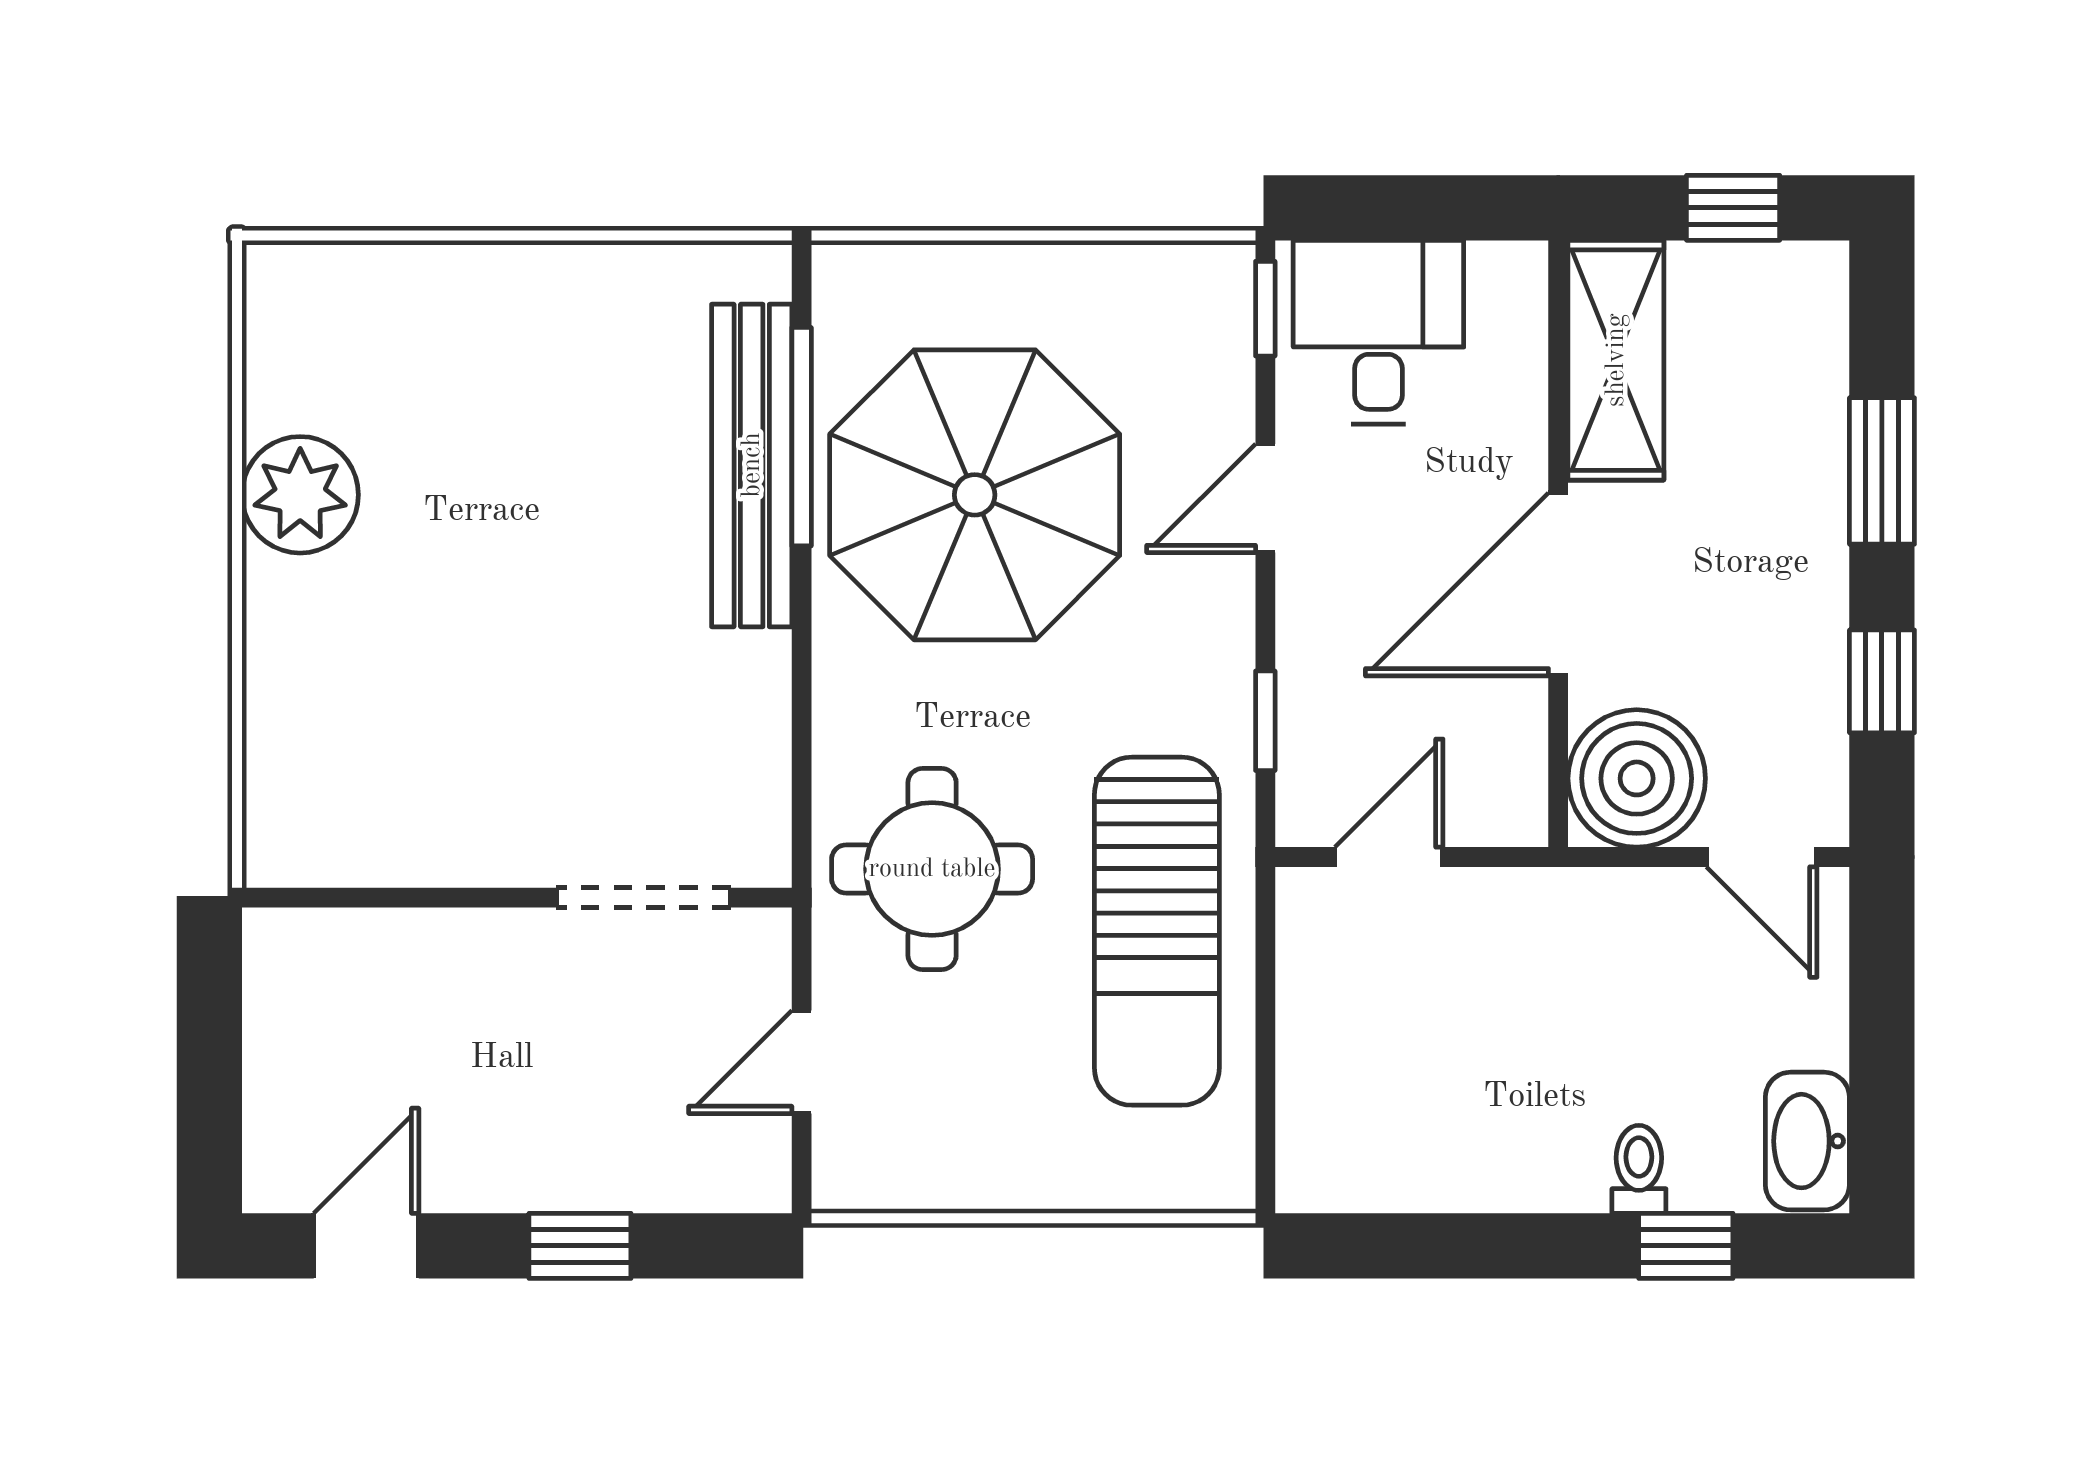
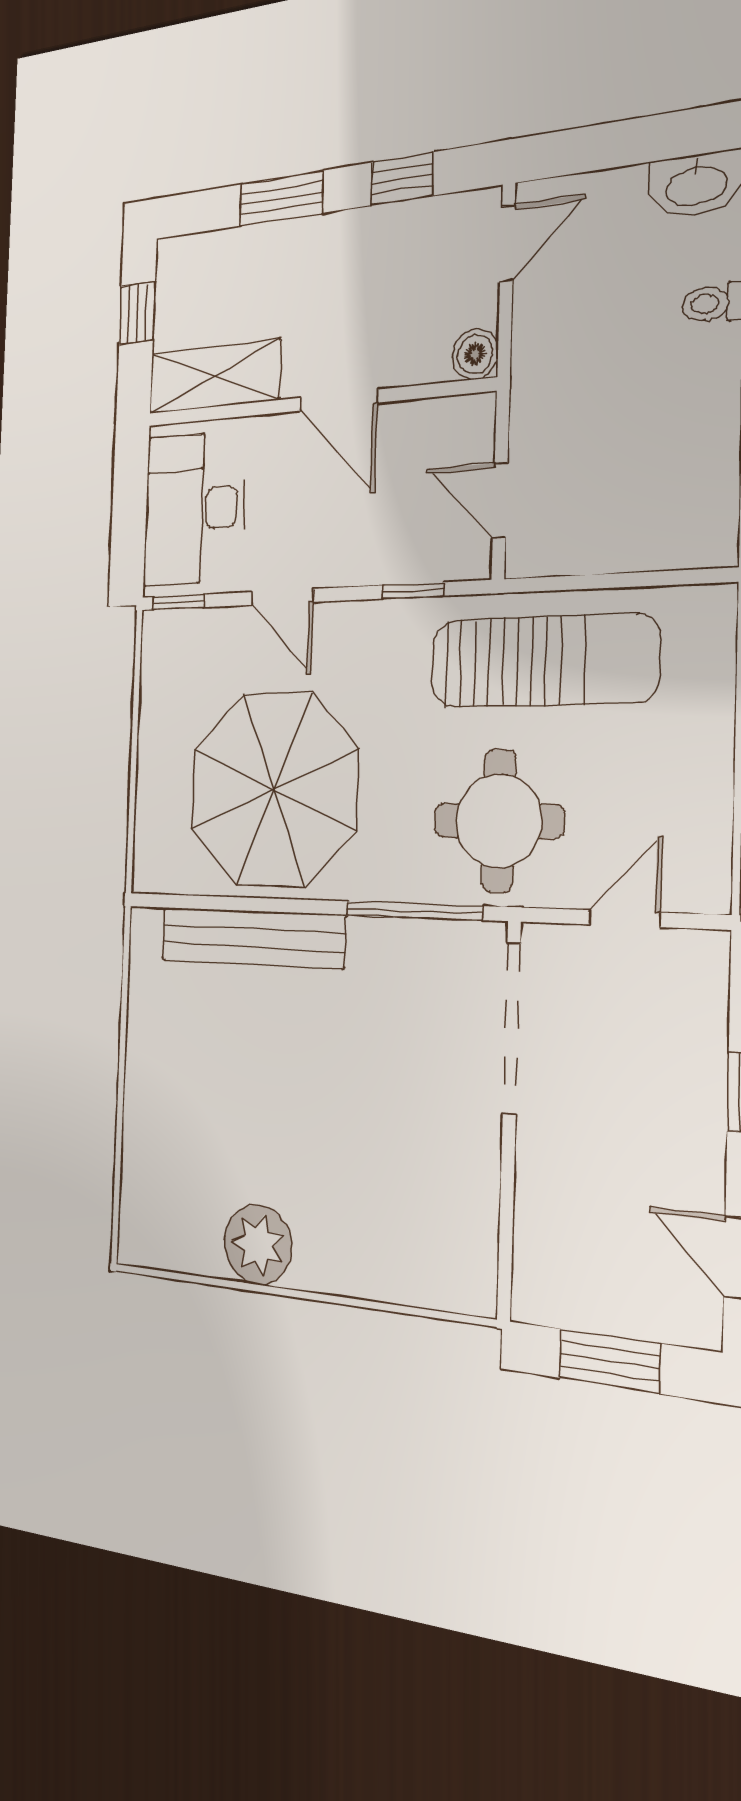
desk: (1378, 332) -> (194, 509), width x1.37
window: (802, 437) -> (414, 911), moved
door: (1558, 584) -> (338, 400), width x0.73
boiler: (1637, 778) -> (475, 354), width x0.54, depth x0.54
doorway: (643, 898) -> (512, 1028), width x1.36
window: (209, 1056) -> (609, 1361), added
door: (802, 1062) -> (625, 919), swing flipped

